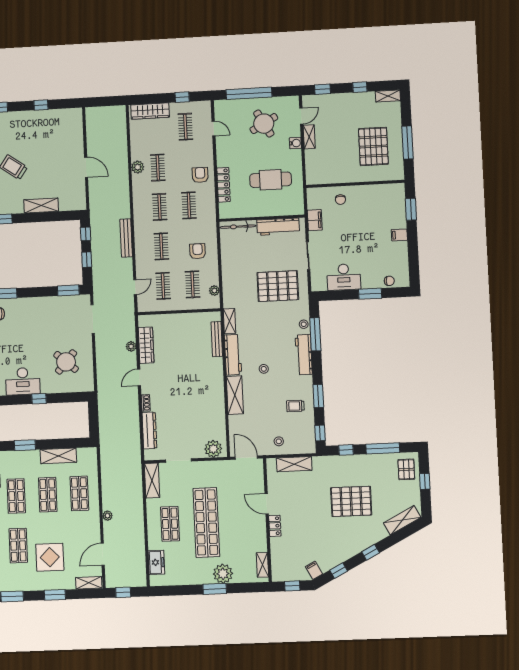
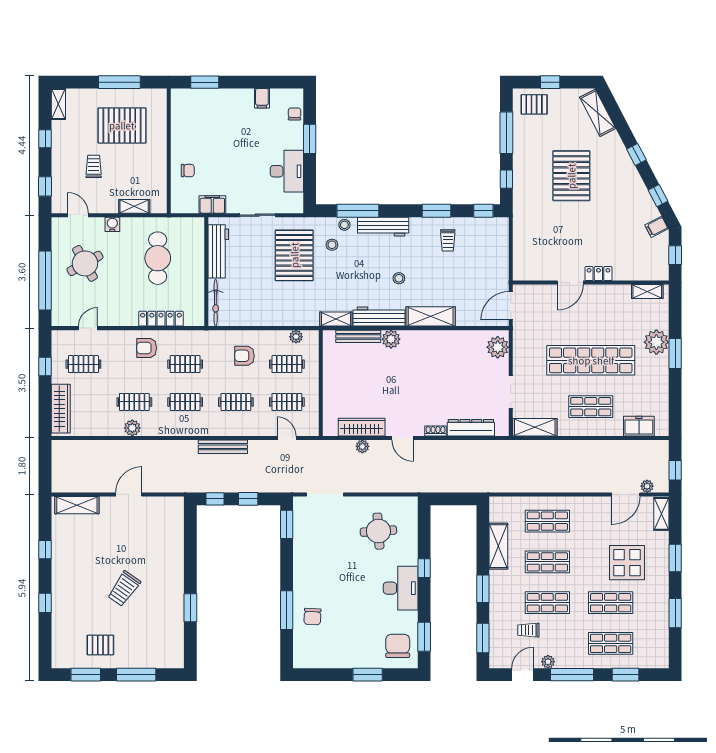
trolley: (340, 126) -> (94, 166), added
shelving: (309, 137) -> (134, 206), moved
shelving: (41, 205) -> (77, 505), moved, turned 90
filing cabinet: (399, 235) -> (262, 98), moved
round table: (66, 362) -> (378, 531), turned 45
plant: (216, 365) -> (391, 339), added
stool: (279, 441) -> (332, 245), moved
shelving: (294, 464) -> (521, 245), removed
plant: (107, 516) -> (647, 486), moved
door: (103, 554) -> (626, 494), hinge flipped

